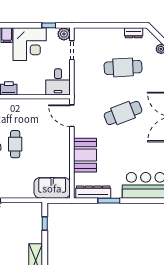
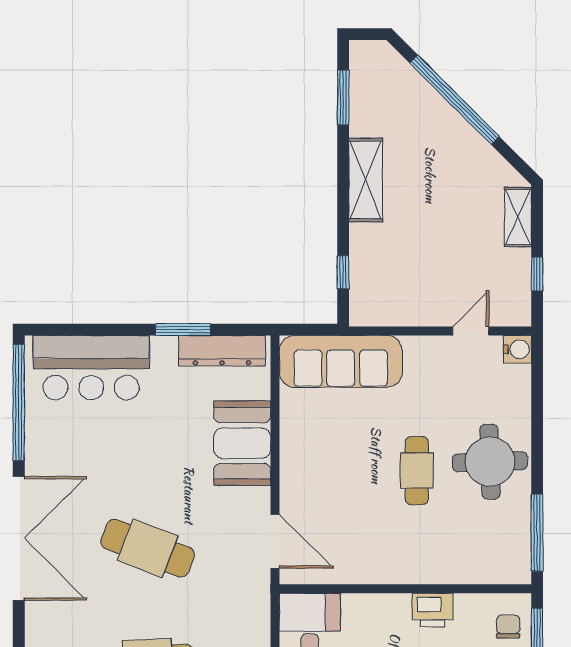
cafe table: (123, 113) -> (148, 548), turned 42
sofa: (52, 188) -> (341, 361), width x1.36

